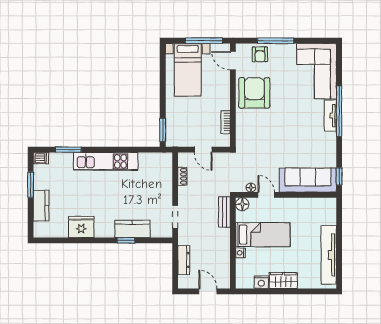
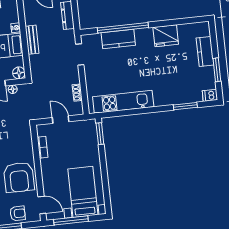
armchair: (260, 54) -> (18, 213), turned 90
kitchen unit: (106, 161) -> (123, 102), moved
bench: (224, 212) -> (32, 40), moved
window: (126, 240) -> (123, 28), width x3.17

